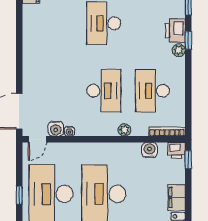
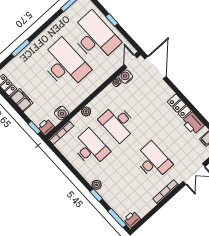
printer: (175, 31) -> (193, 123), moved, turned 180
locker: (30, 53) -> (179, 106), added

